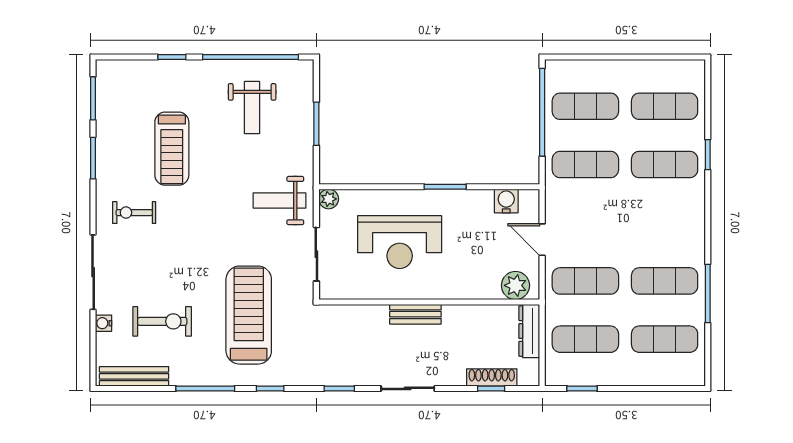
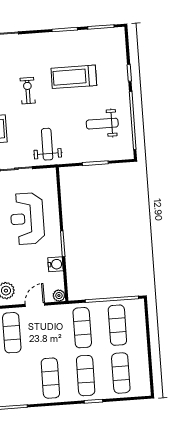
plant: (329, 199) -> (59, 296), moved
water cooler: (506, 201) -> (55, 264), moved
exercise bike: (134, 213) -> (28, 91), moved
exercise mat: (665, 281) -> (50, 378), moved

